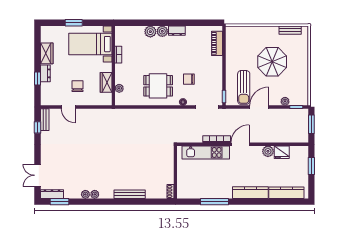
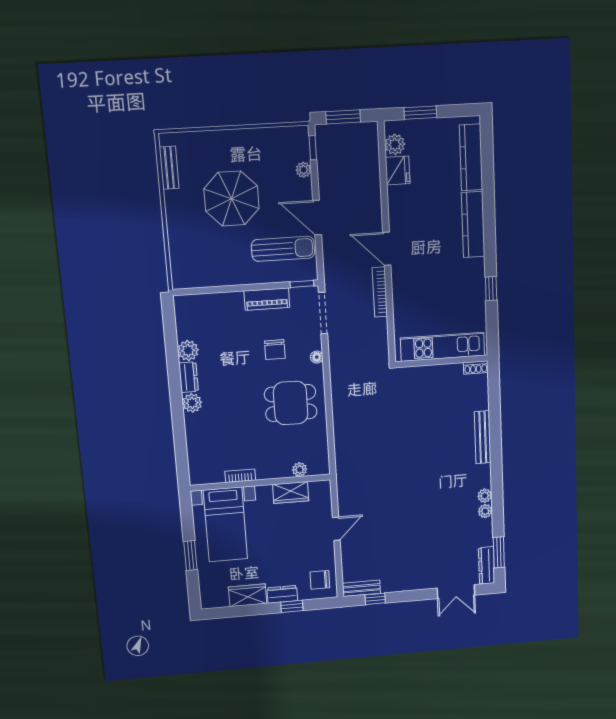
plant: (150, 32) -> (188, 350), moved
piano: (217, 43) -> (267, 299), moved
chair: (78, 86) -> (320, 580), moved
dining table: (158, 86) -> (291, 403), turned 90
door: (68, 107) -> (336, 529), moved
plant: (268, 151) -> (395, 144), moved
kitchen unit: (206, 152) -> (443, 347), moved, turned -90
window: (214, 202) -> (491, 289), width x0.46

